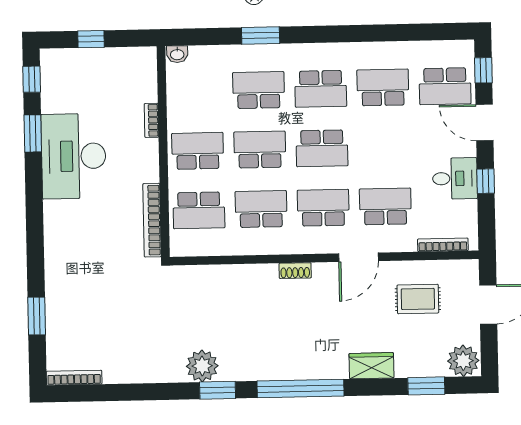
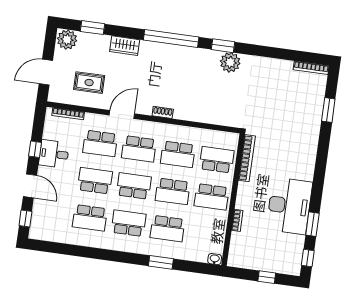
school desk: (445, 86) -> (95, 181), moved

